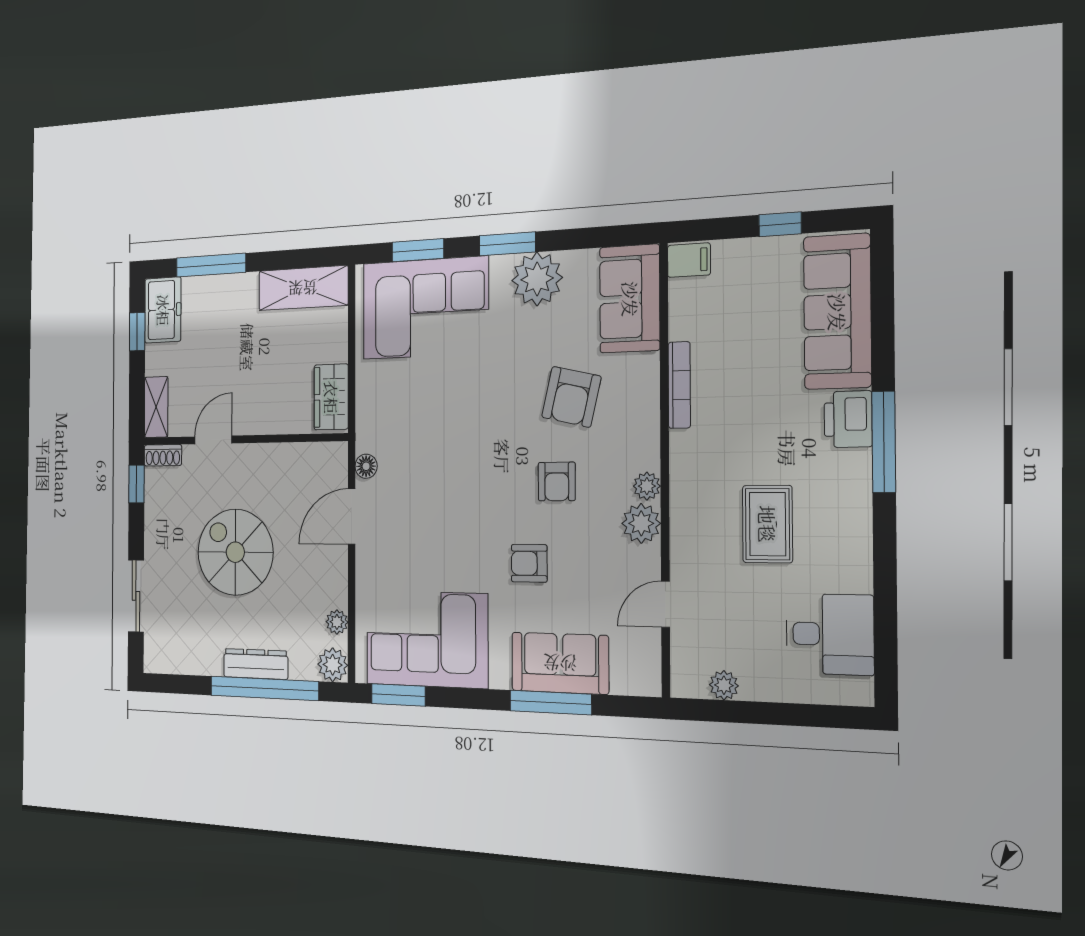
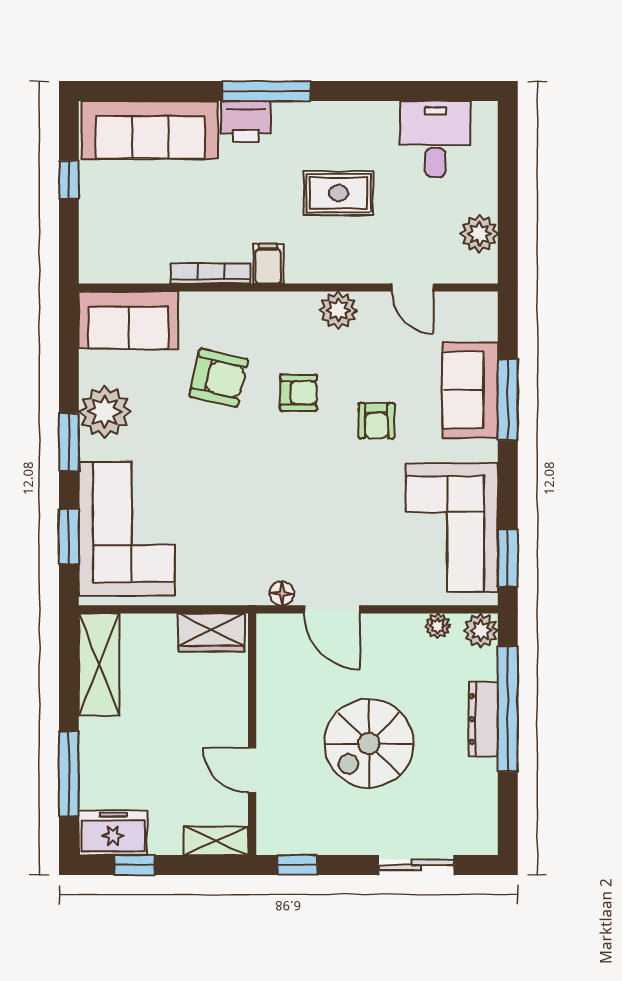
filing cabinet: (689, 260) -> (268, 264), moved
shoe rack: (163, 455) -> (267, 832), removed
plant: (647, 486) -> (304, 305), removed
plant: (724, 685) -> (479, 234), width x1.38, depth x1.38

